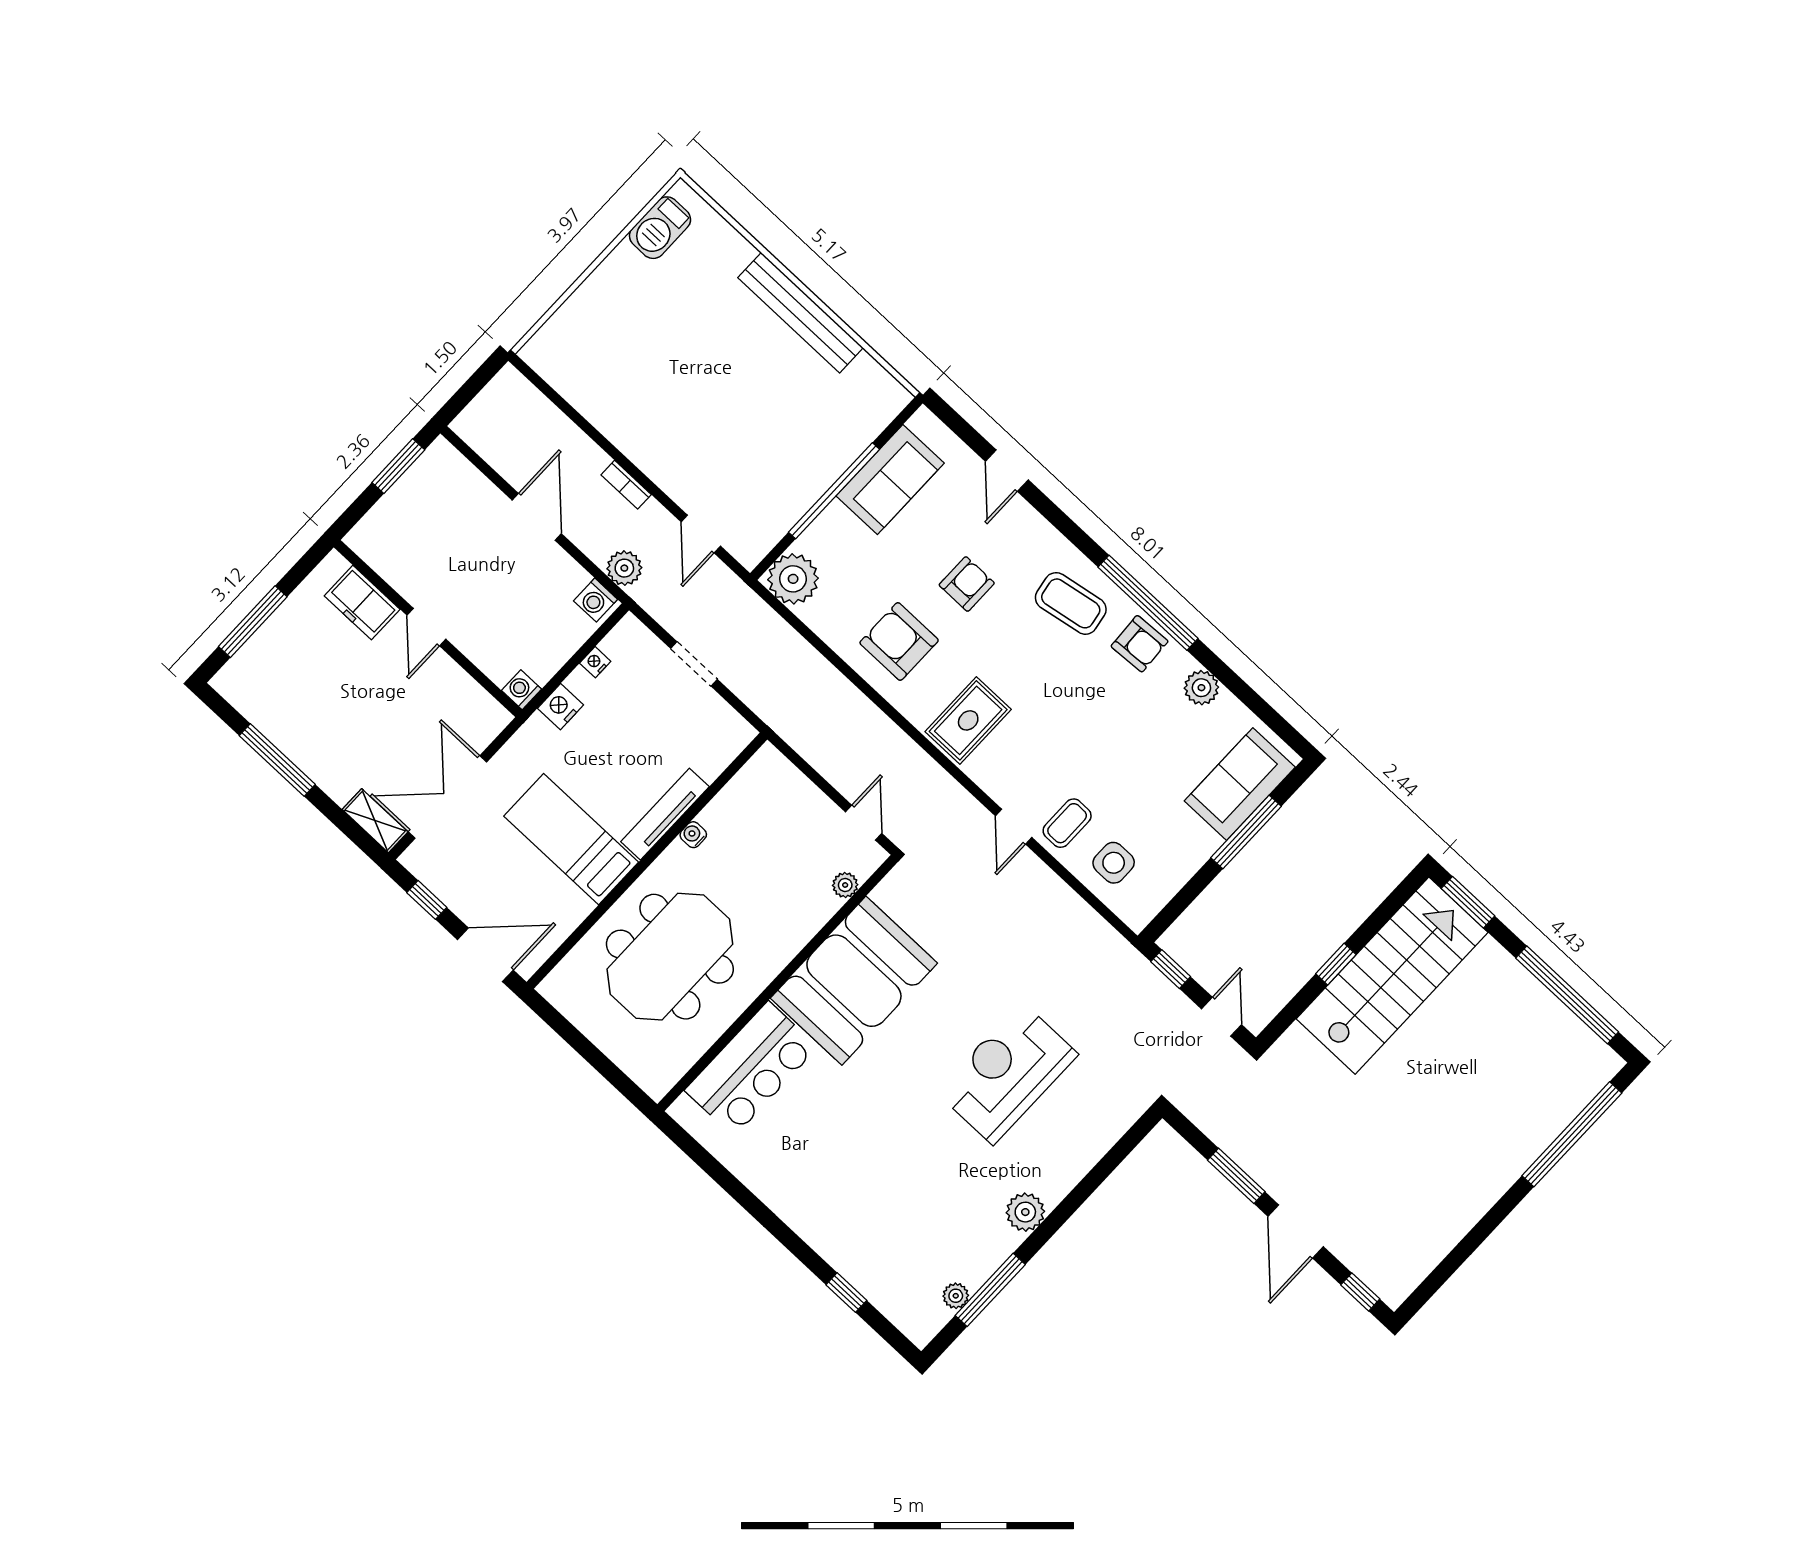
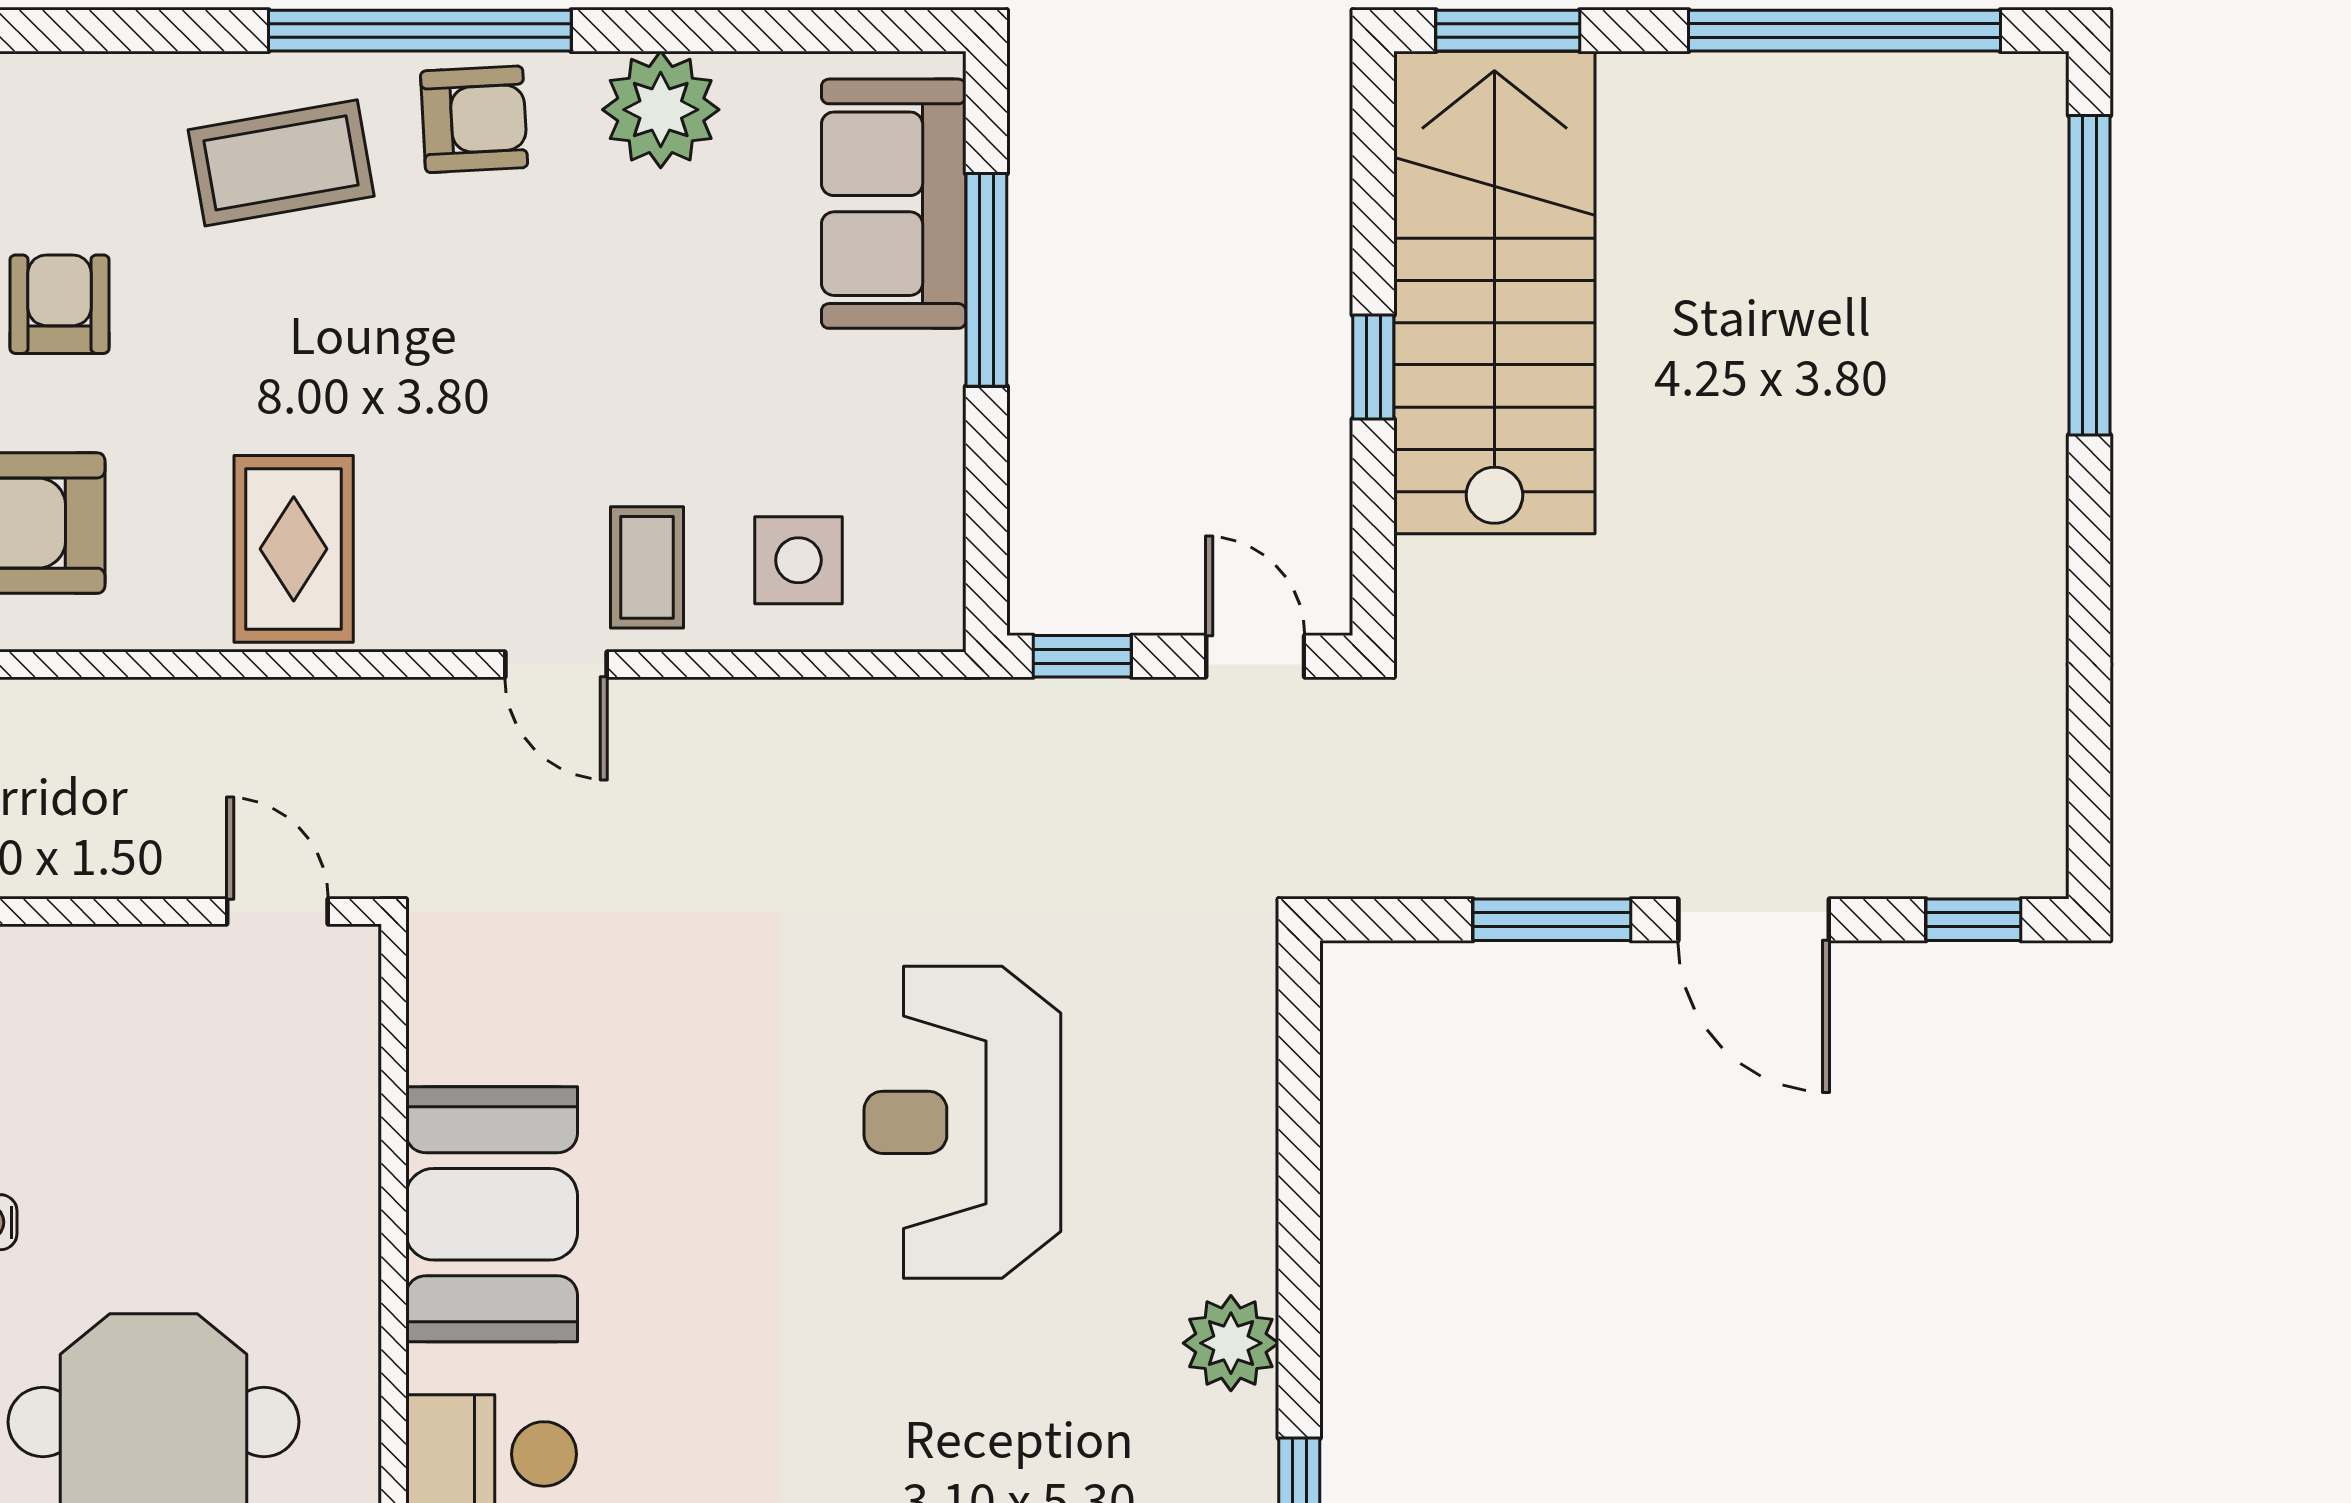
plant: (1201, 688) -> (661, 110), width x1.36, depth x1.36
plant: (845, 885) -> (350, 1056), removed
booth: (854, 981) -> (492, 1214), width x0.73, depth x0.70

